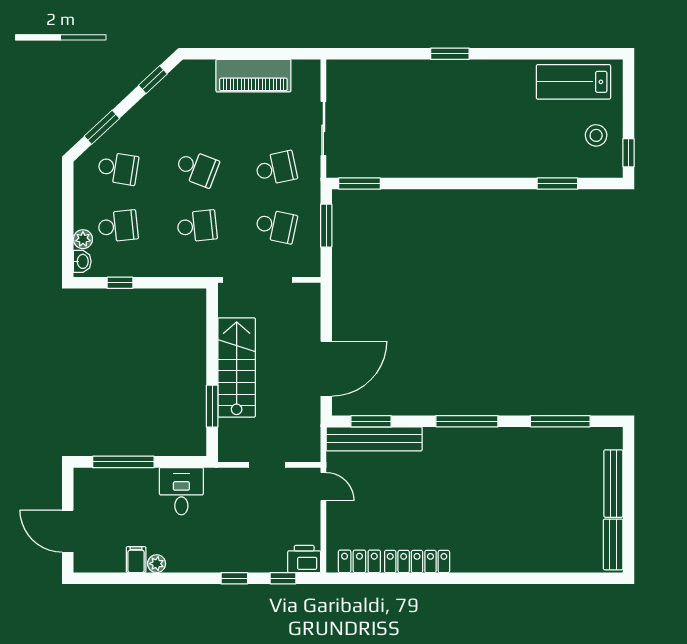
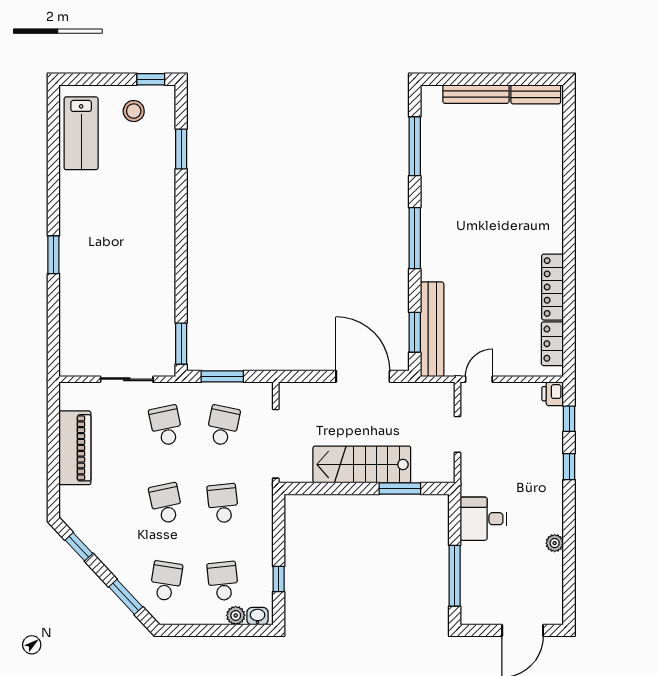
school desk: (197, 168) -> (166, 503), turned -33
printer: (304, 559) -> (553, 394), width x0.73, depth x0.81
filing cabinet: (136, 560) -> (551, 563), removed

